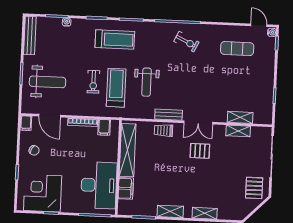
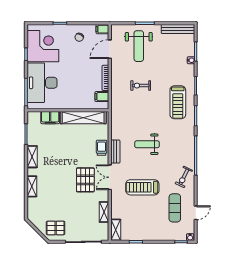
door: (259, 25) -> (196, 213), moved
exercise bike: (186, 42) -> (184, 177), moved
weight bench: (147, 82) -> (147, 144), moved
treadmill: (116, 88) -> (142, 187), moved, turned 180
shelving: (240, 117) -> (116, 230), moved
pallet: (200, 151) -> (85, 180), width x1.50, depth x1.42
desk: (99, 185) -> (42, 83), moved, turned 90

